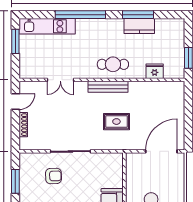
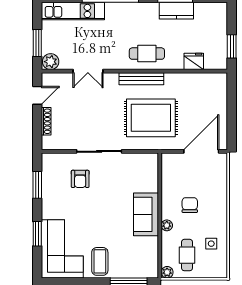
window: (15, 41) -> (37, 43), moved
plant: (27, 71) -> (51, 62), added
rug: (116, 122) -> (151, 118), width x1.86, depth x2.06
armchair: (53, 176) -> (80, 179), turned 92

